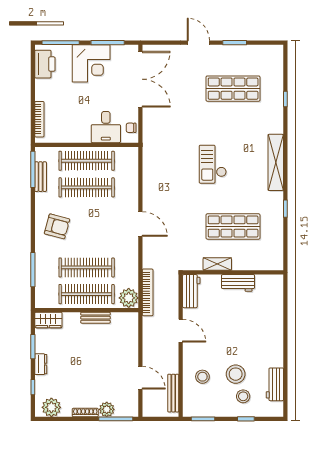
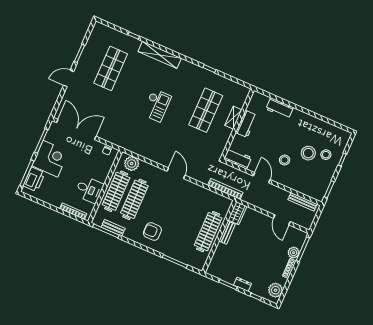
printer: (45, 64) -> (34, 179), moved, turned 90
desk: (106, 127) -> (89, 190), moved
shelving: (276, 162) -> (160, 55), moved
checkout: (213, 164) -> (157, 105), turned -90
door: (140, 224) -> (176, 173), hinge flipped
armchair: (57, 226) -> (152, 231), turned -105
shelving: (217, 264) -> (233, 118), moved
clothes rail: (87, 267) -> (190, 224), removed
plant: (129, 298) -> (132, 163), moved
wardrobe: (48, 320) -> (237, 213), moved
door: (181, 331) -> (262, 178), hinge flipped
stool: (202, 377) -> (285, 160), moved
door: (140, 378) -> (282, 220), swing flipped
workbench: (275, 384) -> (280, 108), moved

